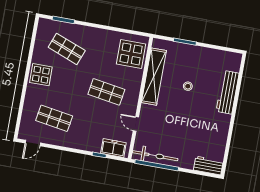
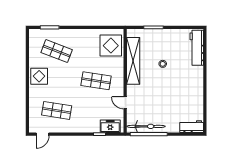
workbench: (228, 92) -> (197, 48), moved

